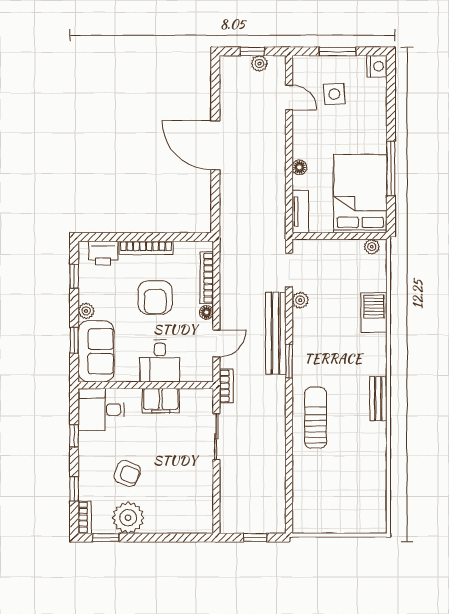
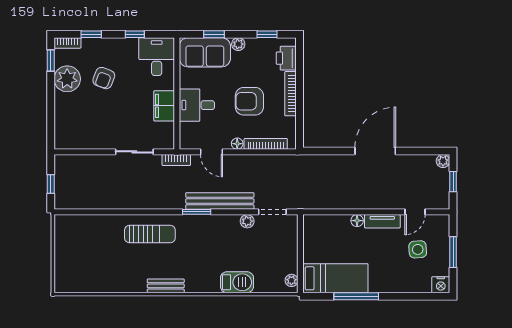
plant: (259, 63) -> (443, 161), moved
bed: (360, 194) -> (335, 278), width x0.67
tv unit: (300, 211) -> (382, 221), moved

